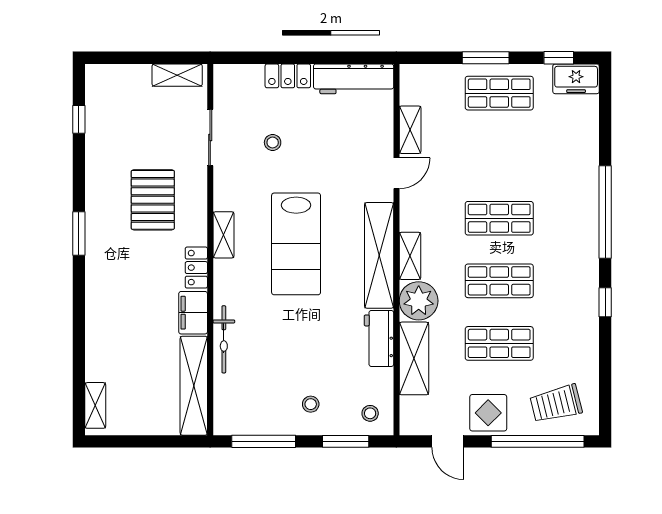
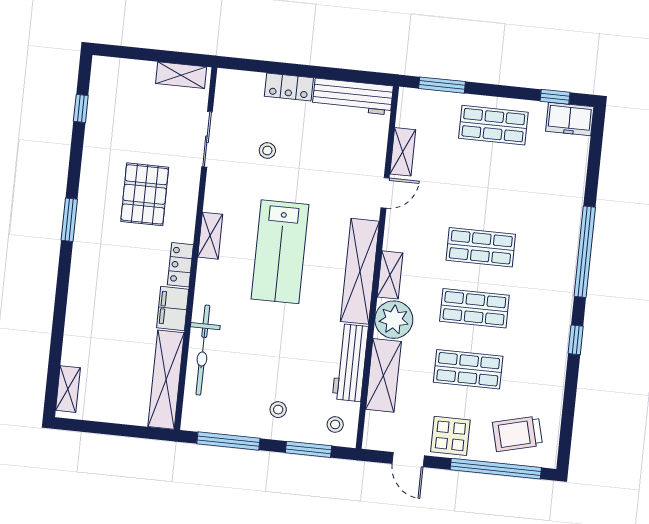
window: (486, 58) -> (442, 85), moved
workbench: (379, 338) -> (350, 363), width x1.38
bicycle: (224, 339) -> (203, 350), width x1.37, depth x1.40

